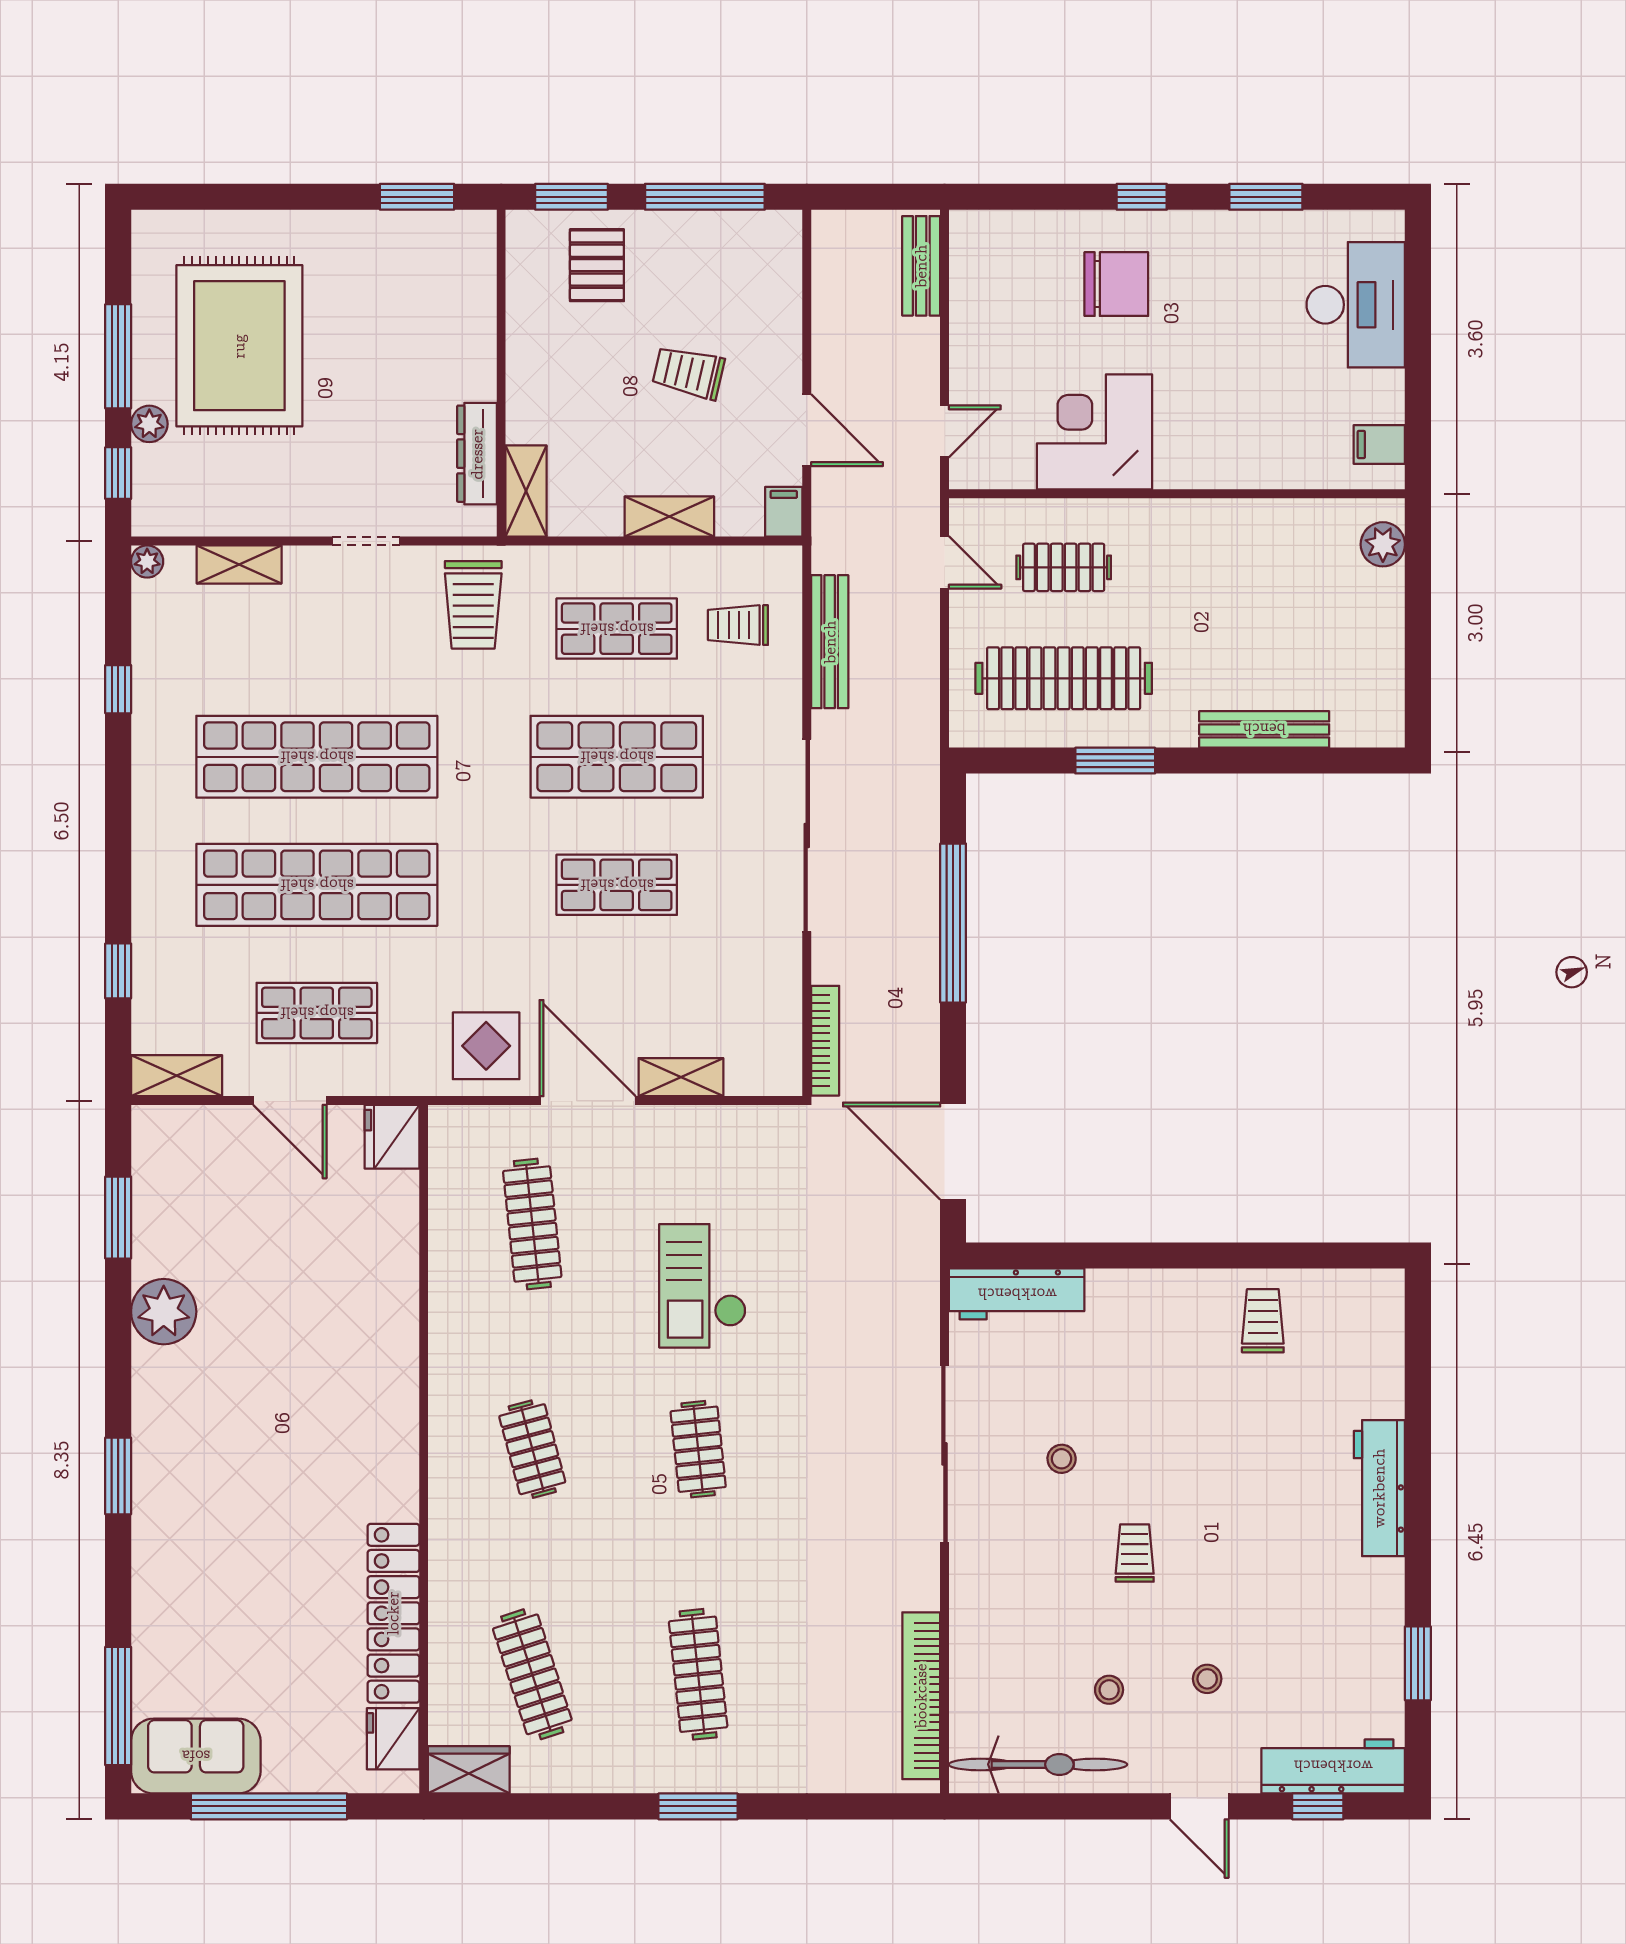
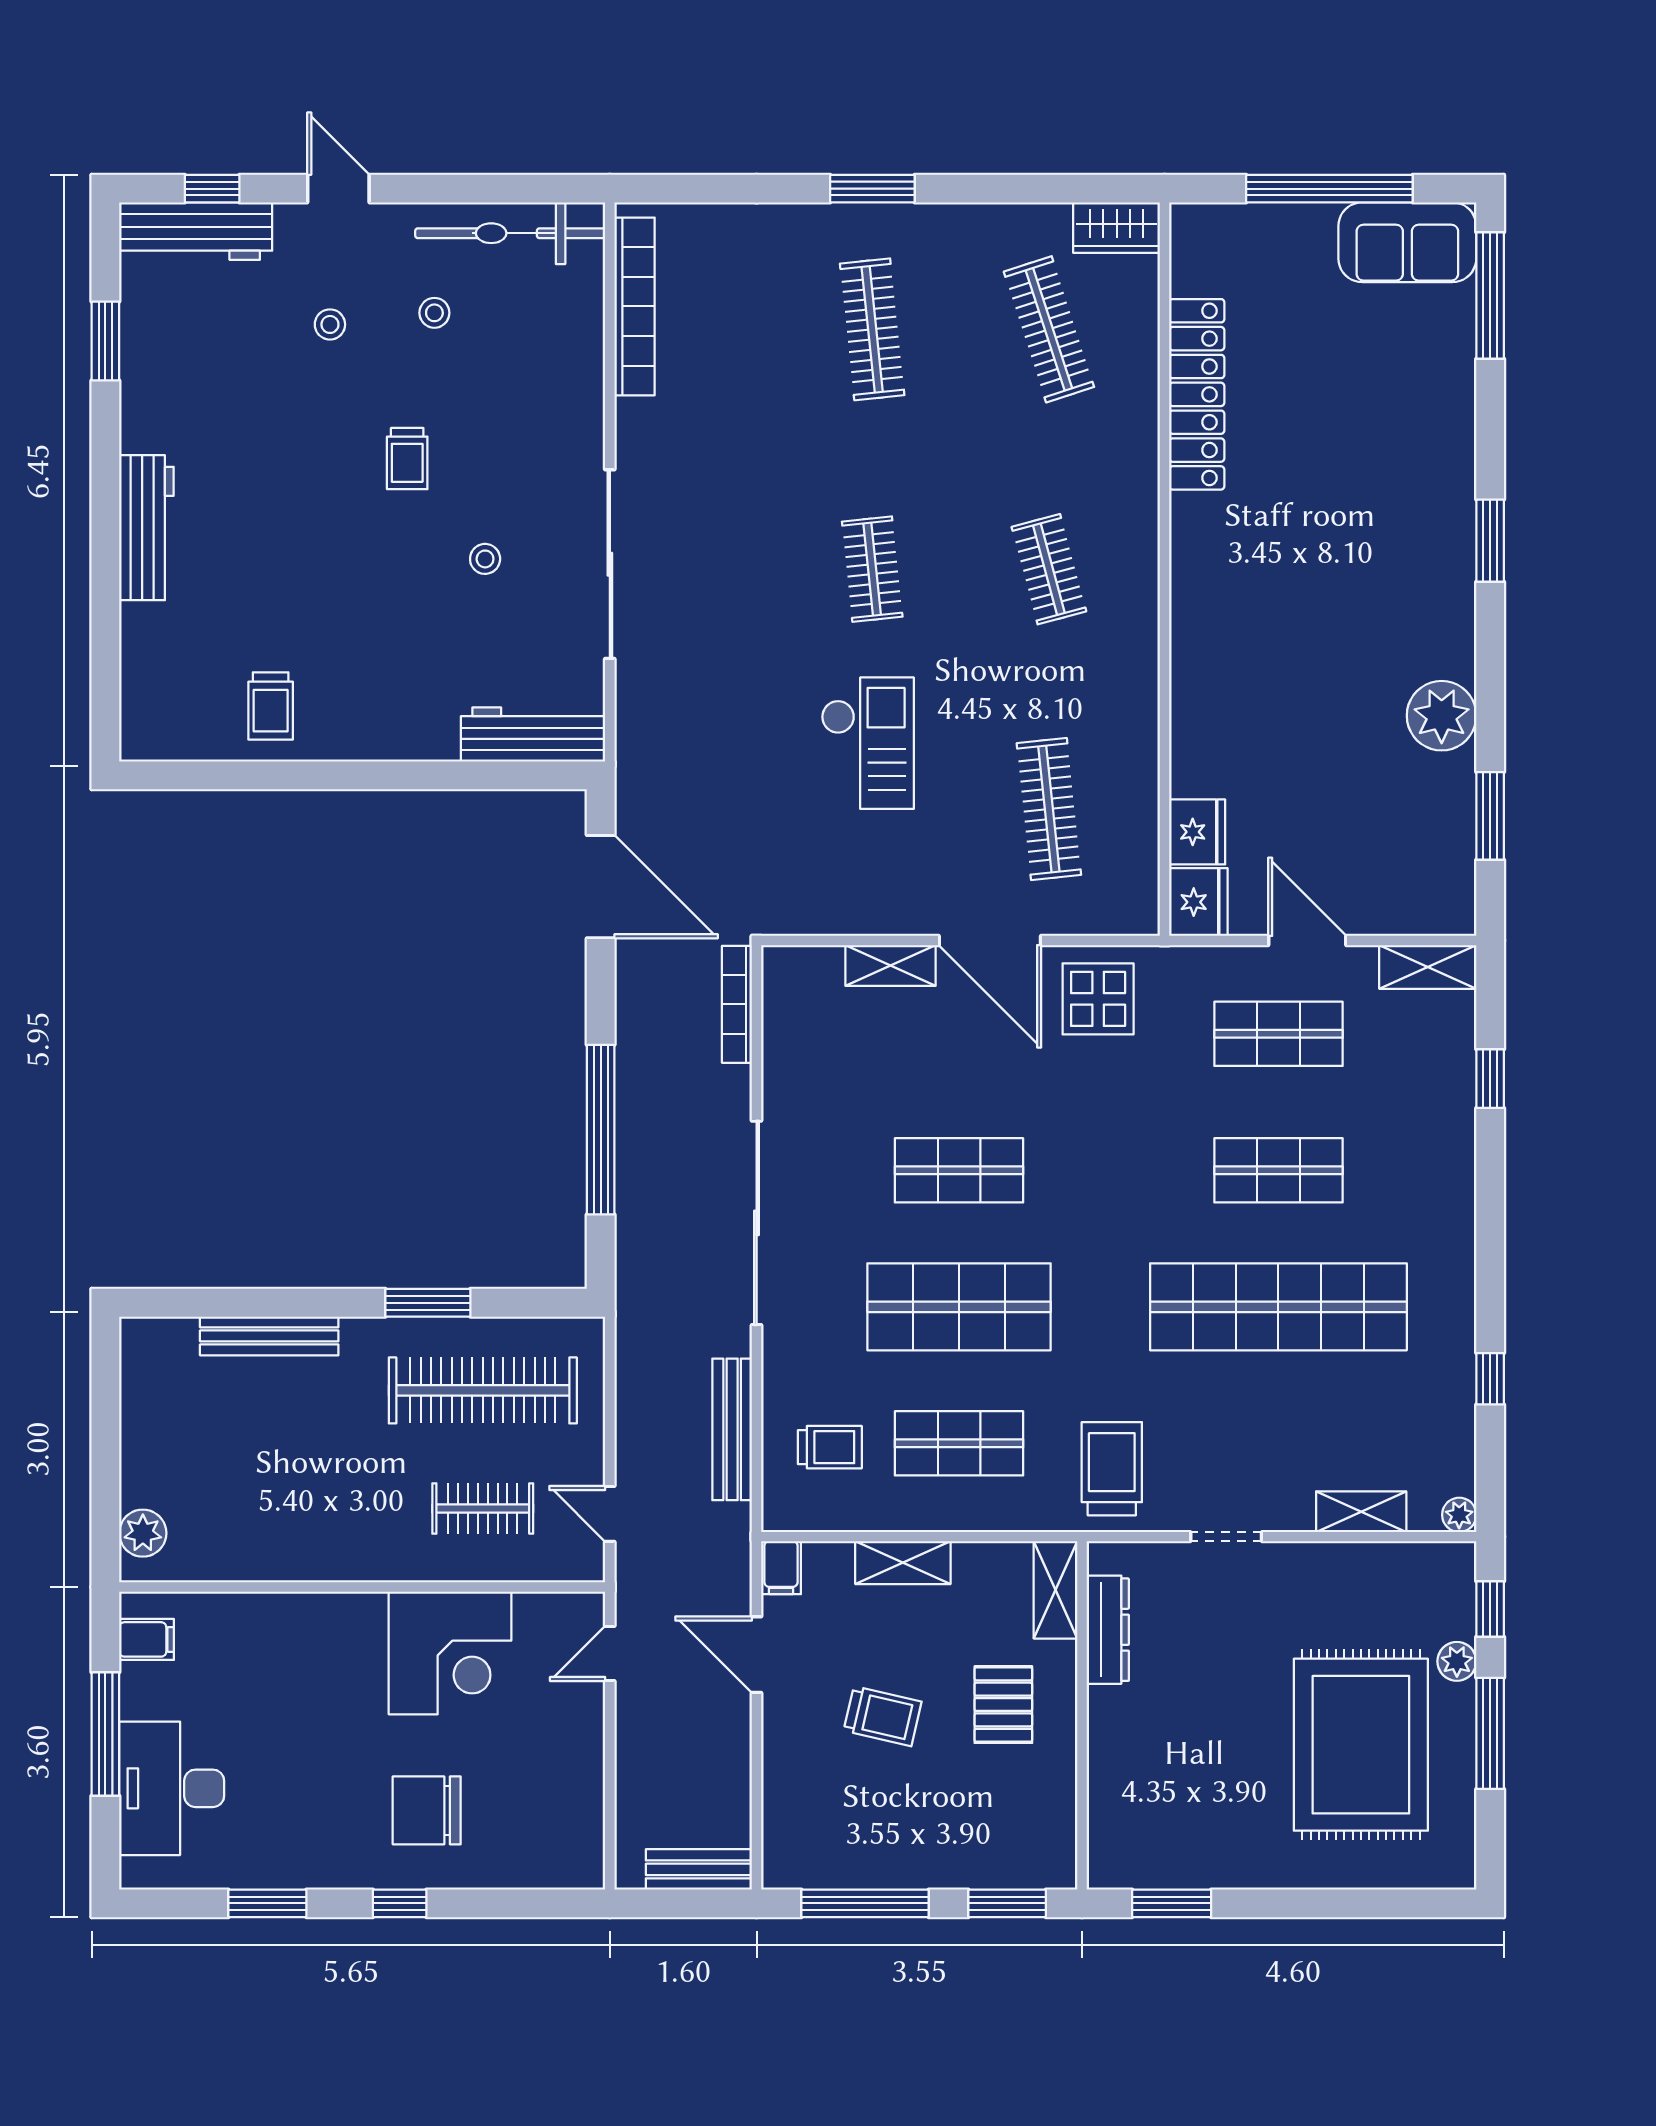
pallet: (597, 265) -> (1003, 1705), moved
bench: (921, 266) -> (699, 1869), moved, turned 90
window: (1418, 356) -> (105, 1734), added
shop shelf: (317, 885) -> (1278, 1170), width x0.50, depth x0.74
fridge: (393, 1739) -> (1197, 832), moved

